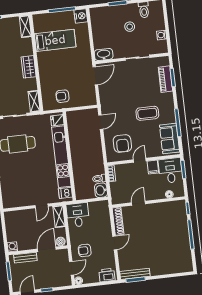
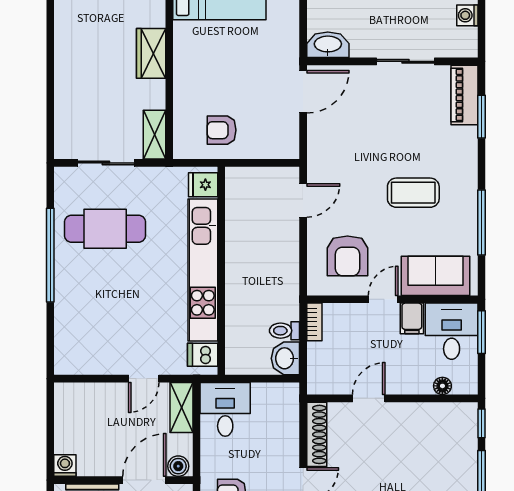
piano: (165, 79) -> (464, 95), moved
sofa: (170, 138) -> (435, 276), moved, turned 90

